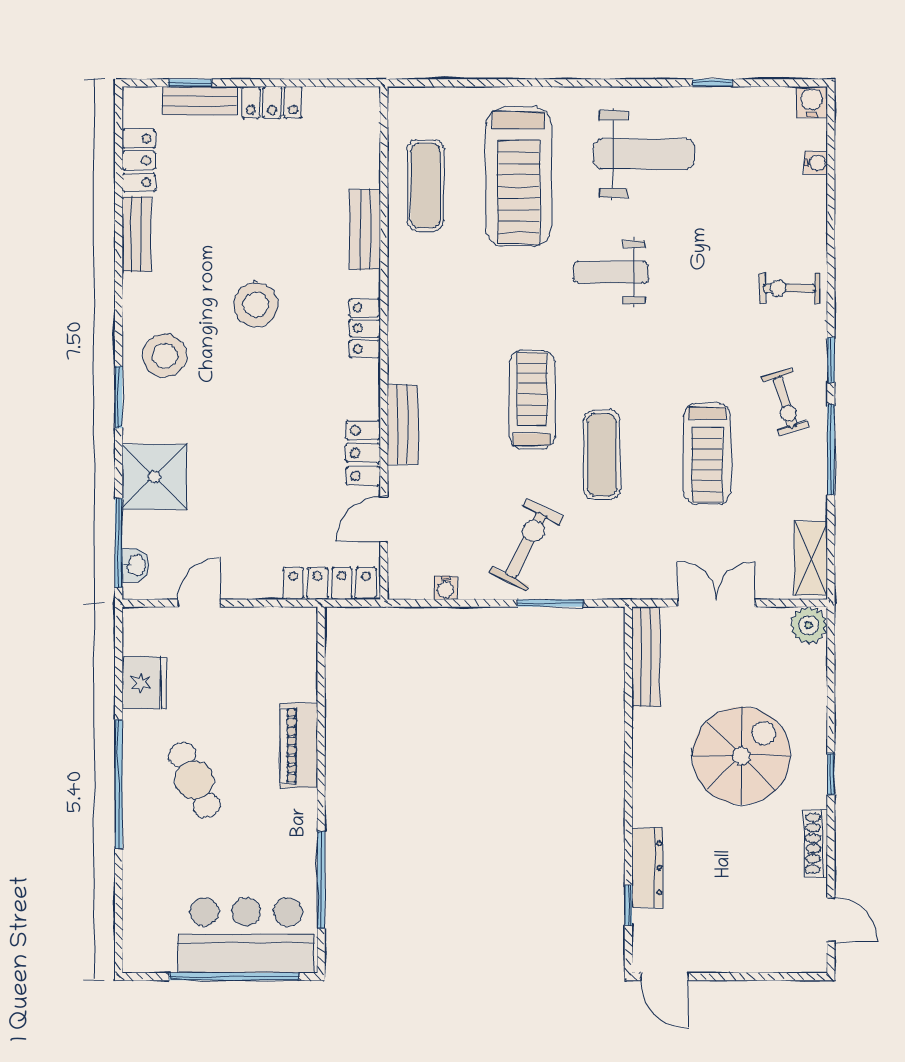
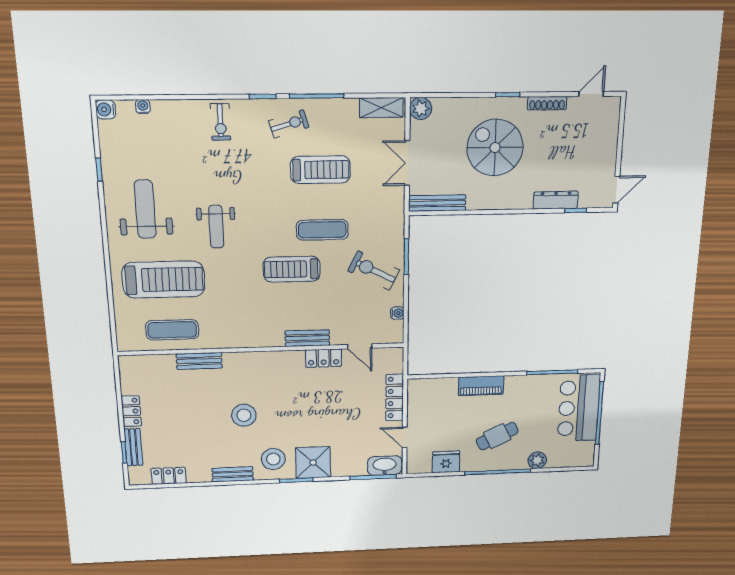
bench: (137, 234) -> (233, 474), moved
locker: (365, 328) -> (254, 359), removed
shower: (154, 477) -> (313, 463), moved
washbasin: (136, 565) -> (385, 466), width x1.91, depth x1.45
locker: (330, 583) -> (395, 397), moved
plant: (140, 860) -> (537, 460), added

